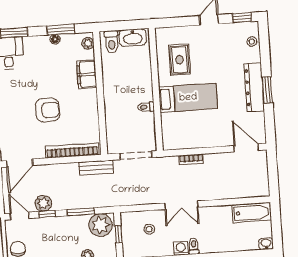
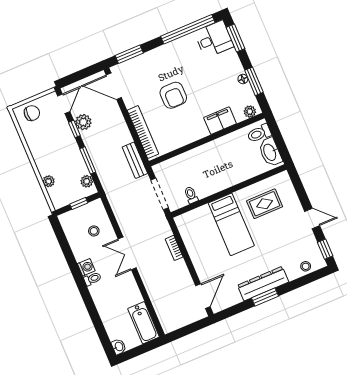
toilet: (146, 107) -> (191, 195), moved
plant: (101, 225) -> (87, 181), width x0.53, depth x0.53

